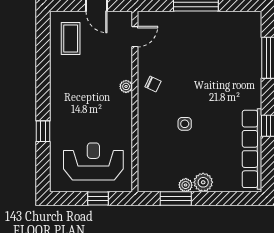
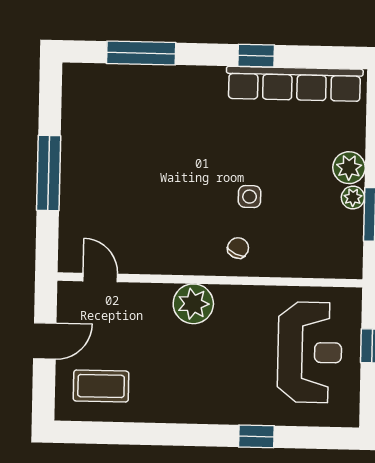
chair: (153, 84) -> (238, 248), moved
plant: (126, 86) -> (193, 304), width x1.87, depth x1.87
reception desk: (93, 161) -> (310, 352), turned 180

